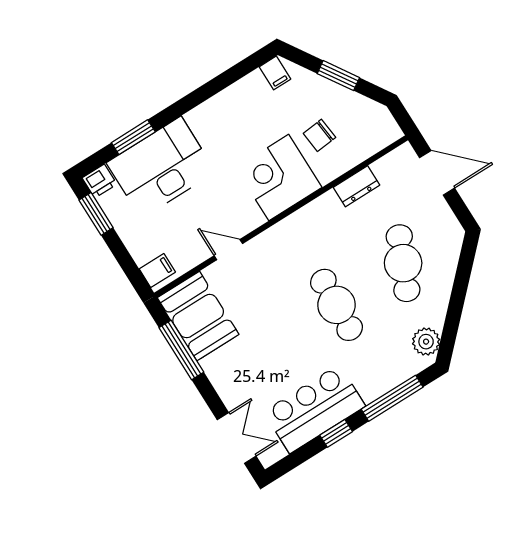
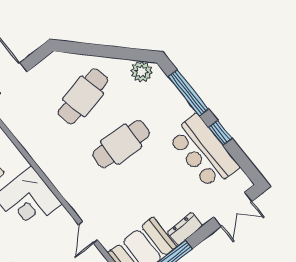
dresser: (356, 186) -> (185, 229), moved, turned -90
cafe table: (403, 263) -> (83, 96), turned -36
double door: (237, 438) -> (233, 209), swing flipped

